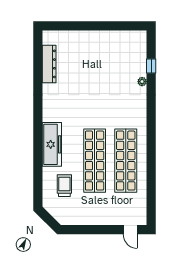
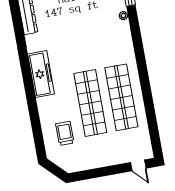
freezer: (52, 144) -> (41, 74), moved

